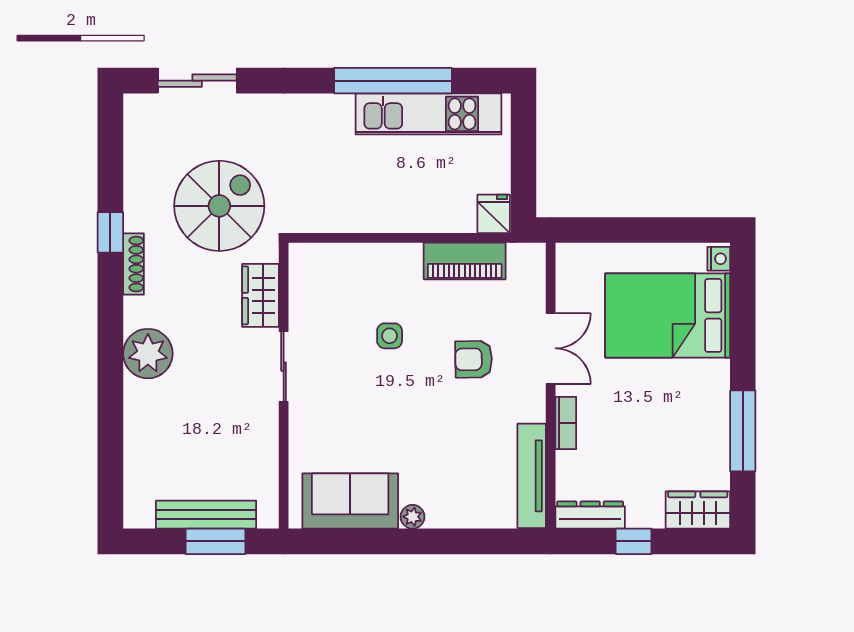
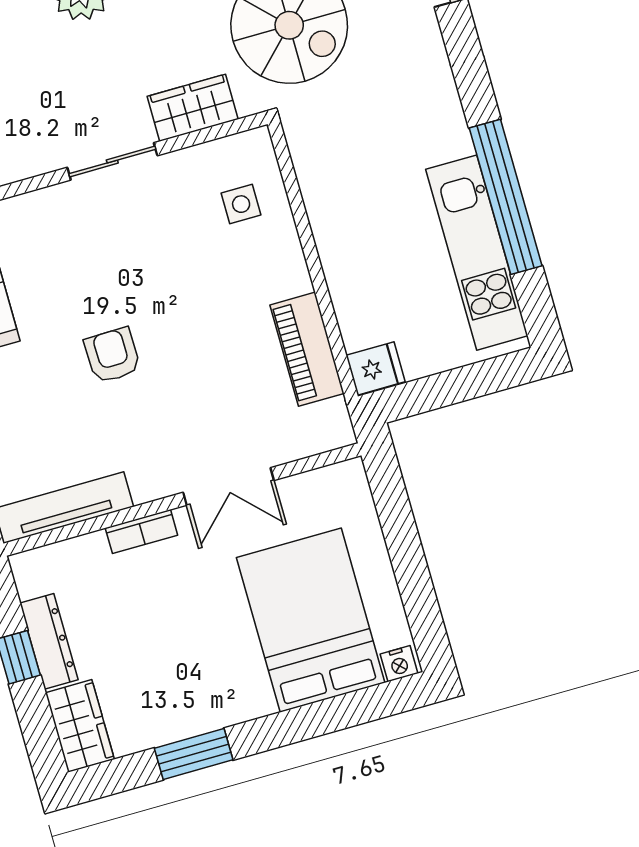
side table: (390, 336) -> (241, 204), moved
armchair: (474, 359) -> (112, 355), moved
window: (743, 431) -> (194, 754), width x0.69
dresser: (590, 515) -> (49, 641), moved

